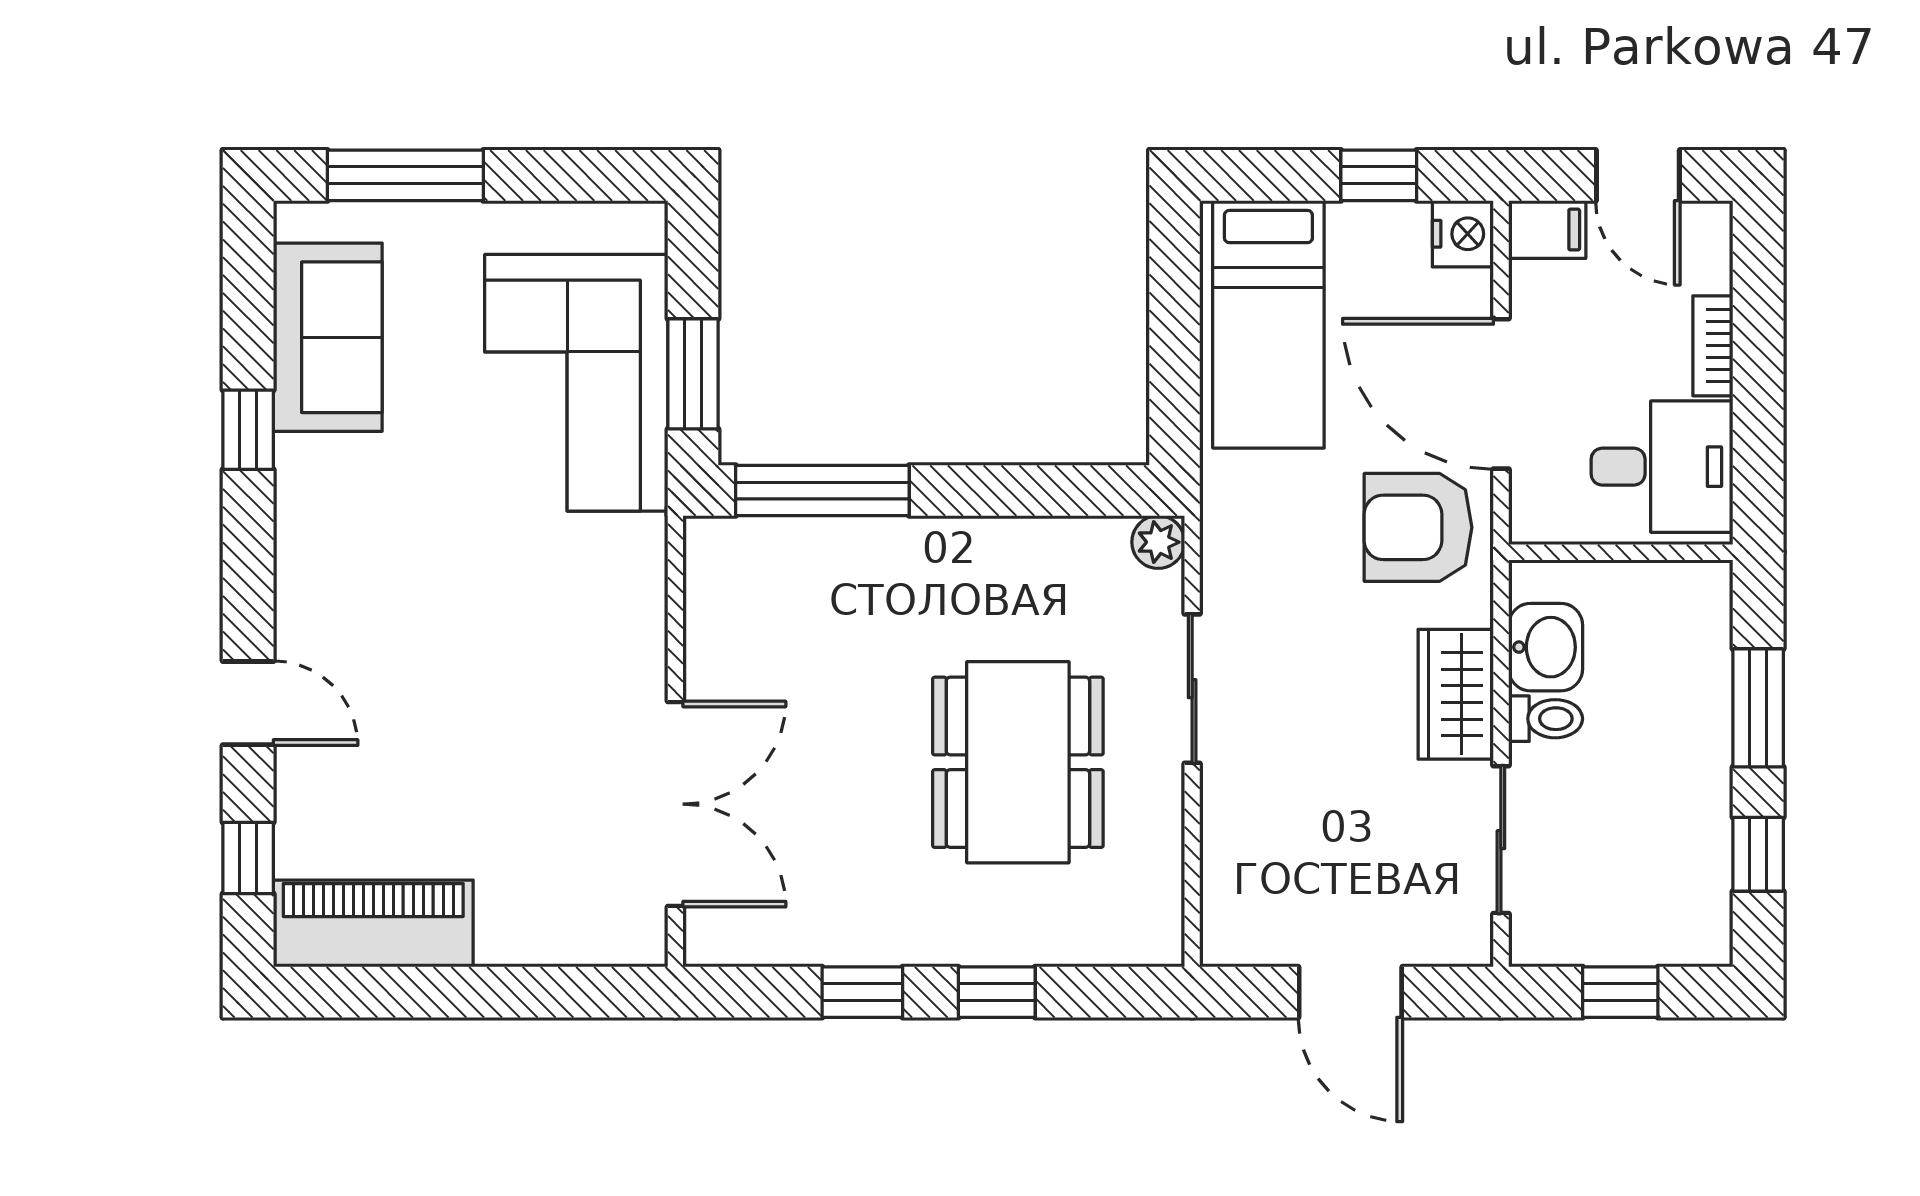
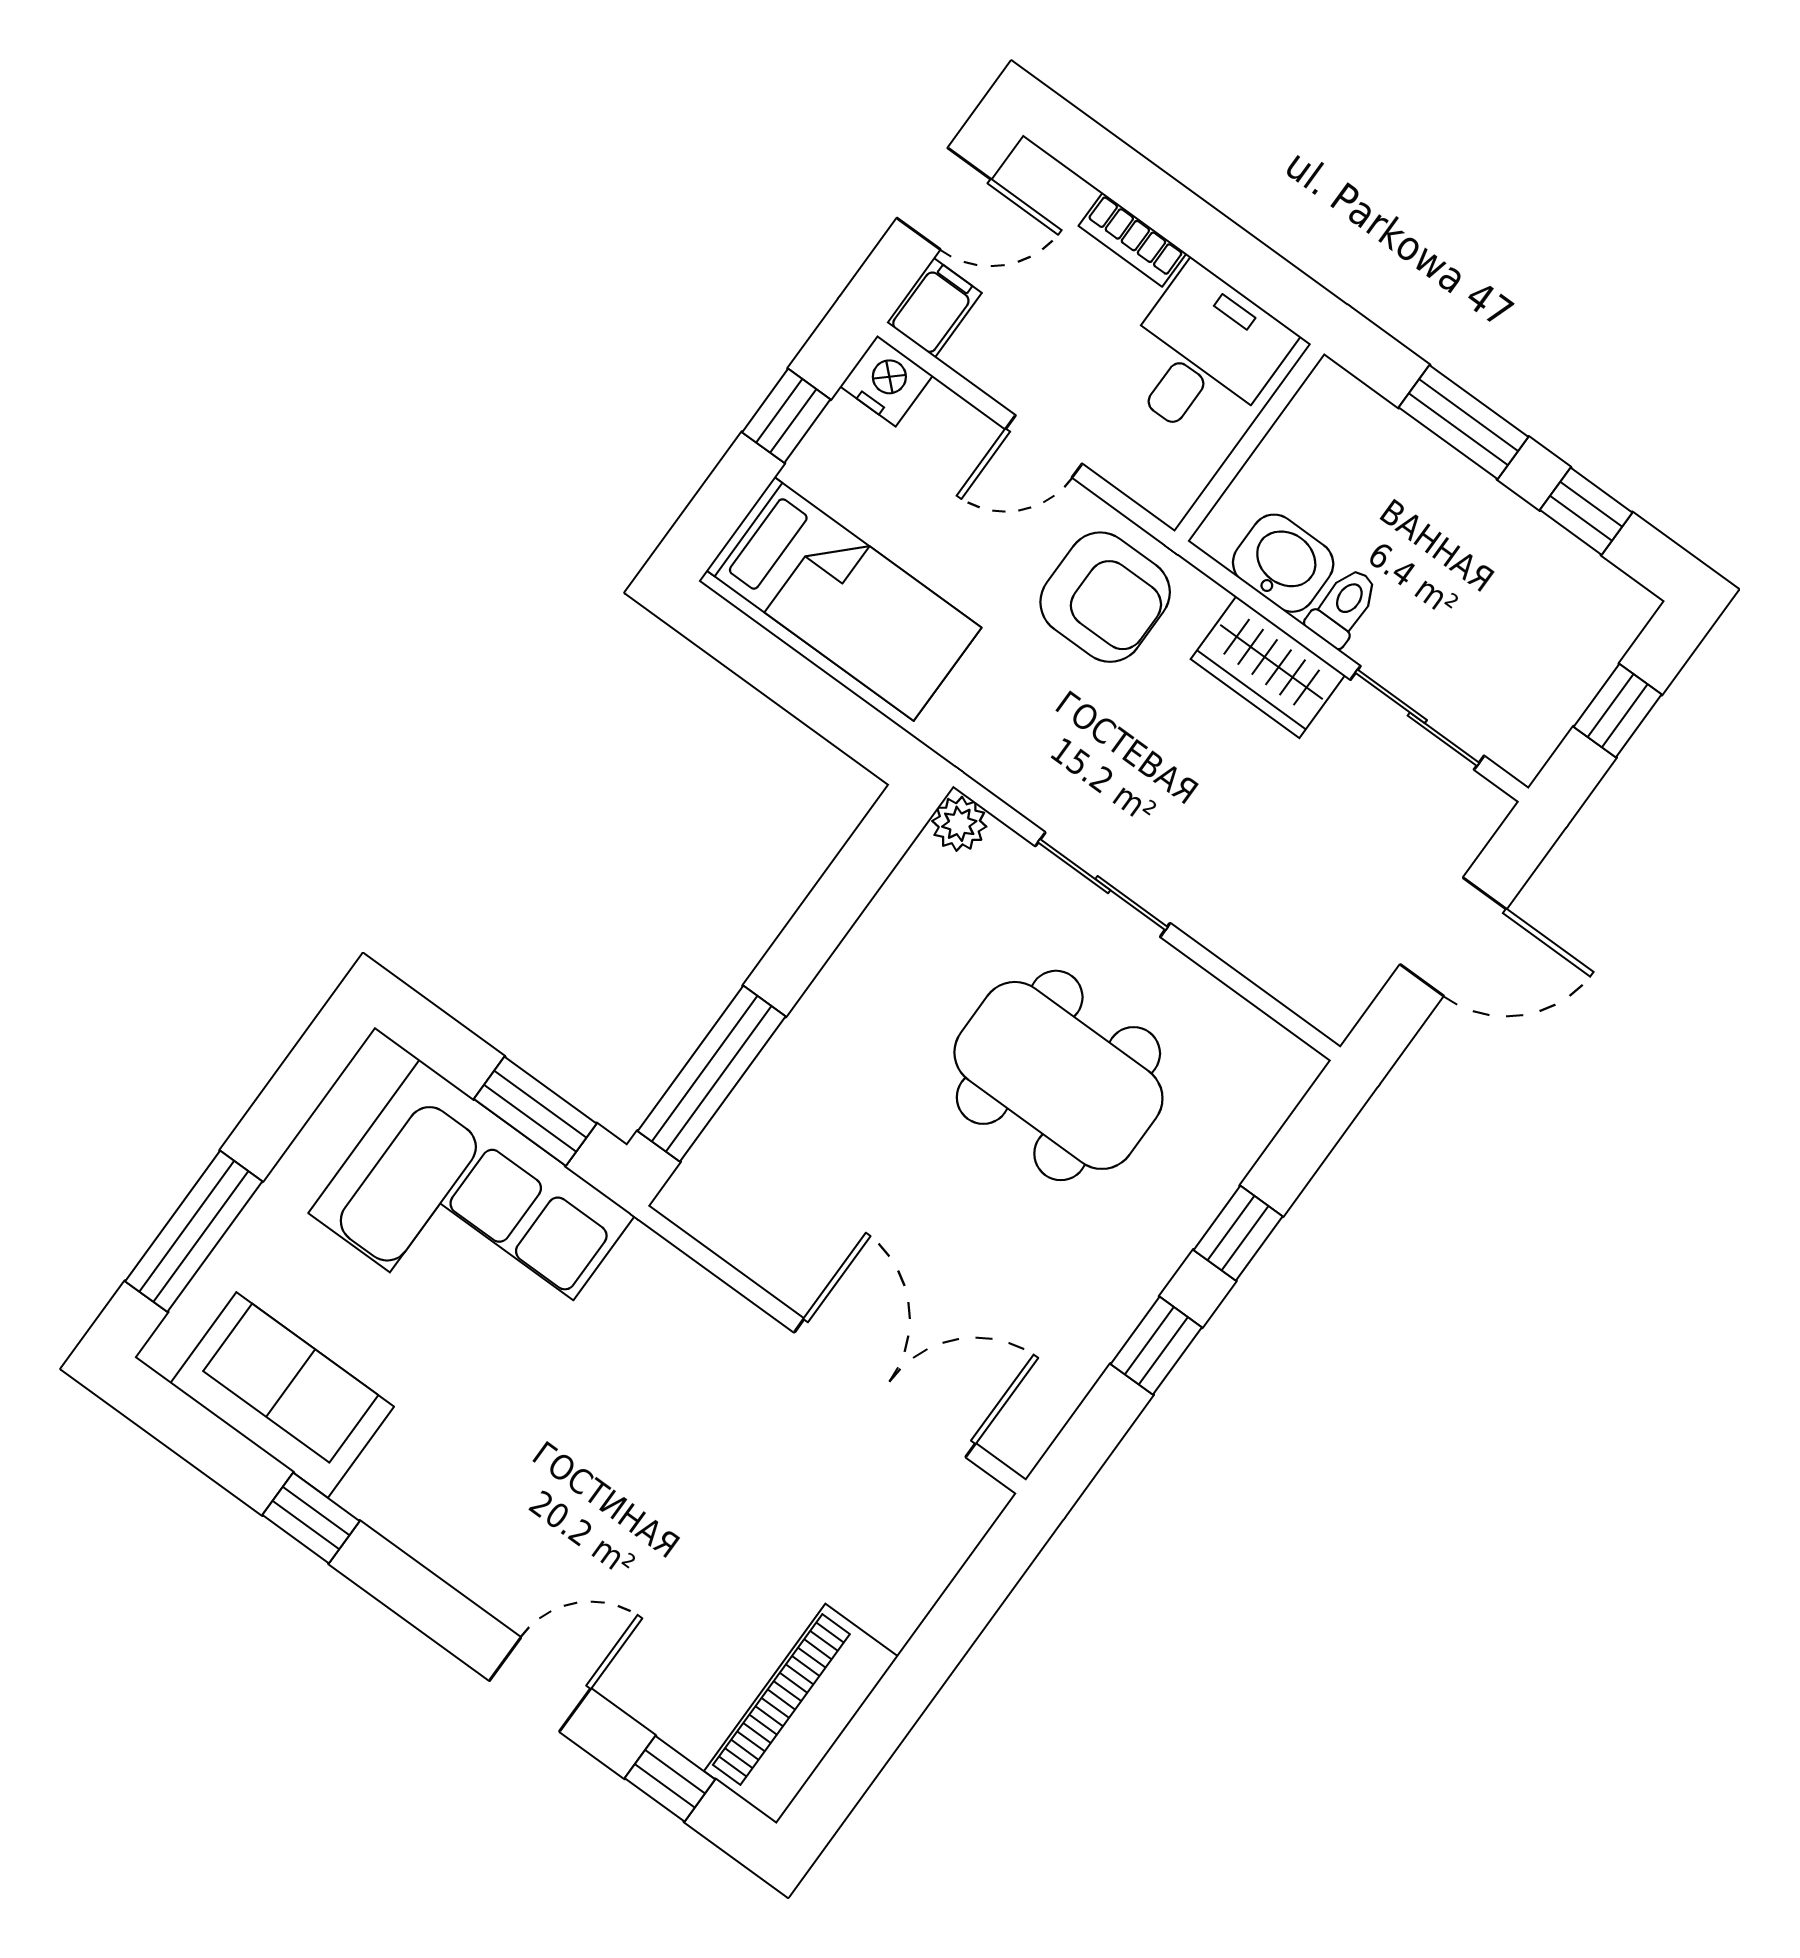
door: (1501, 394) -> (1044, 446), width x0.53
armchair: (1418, 527) -> (1105, 597), turned -90

